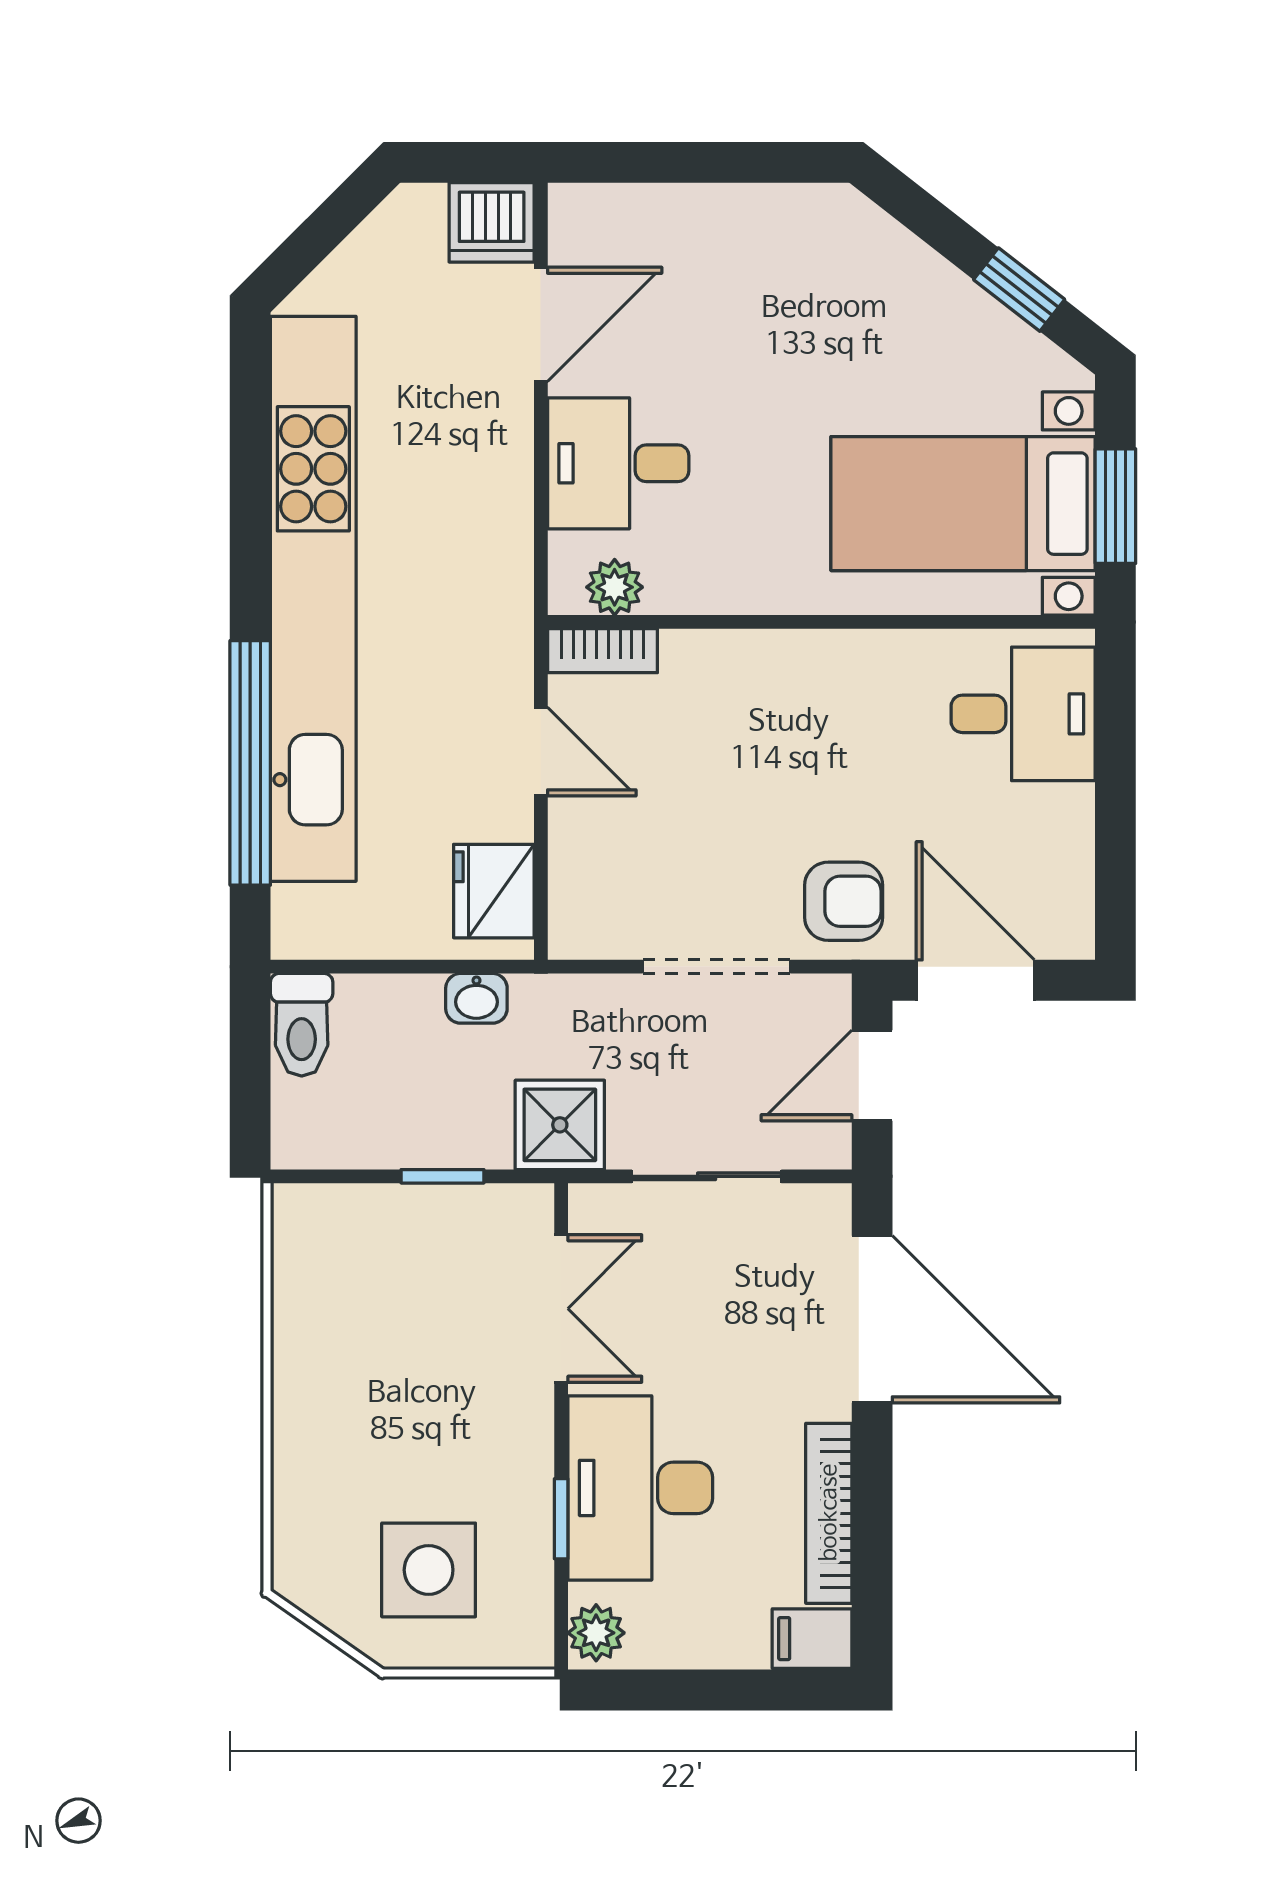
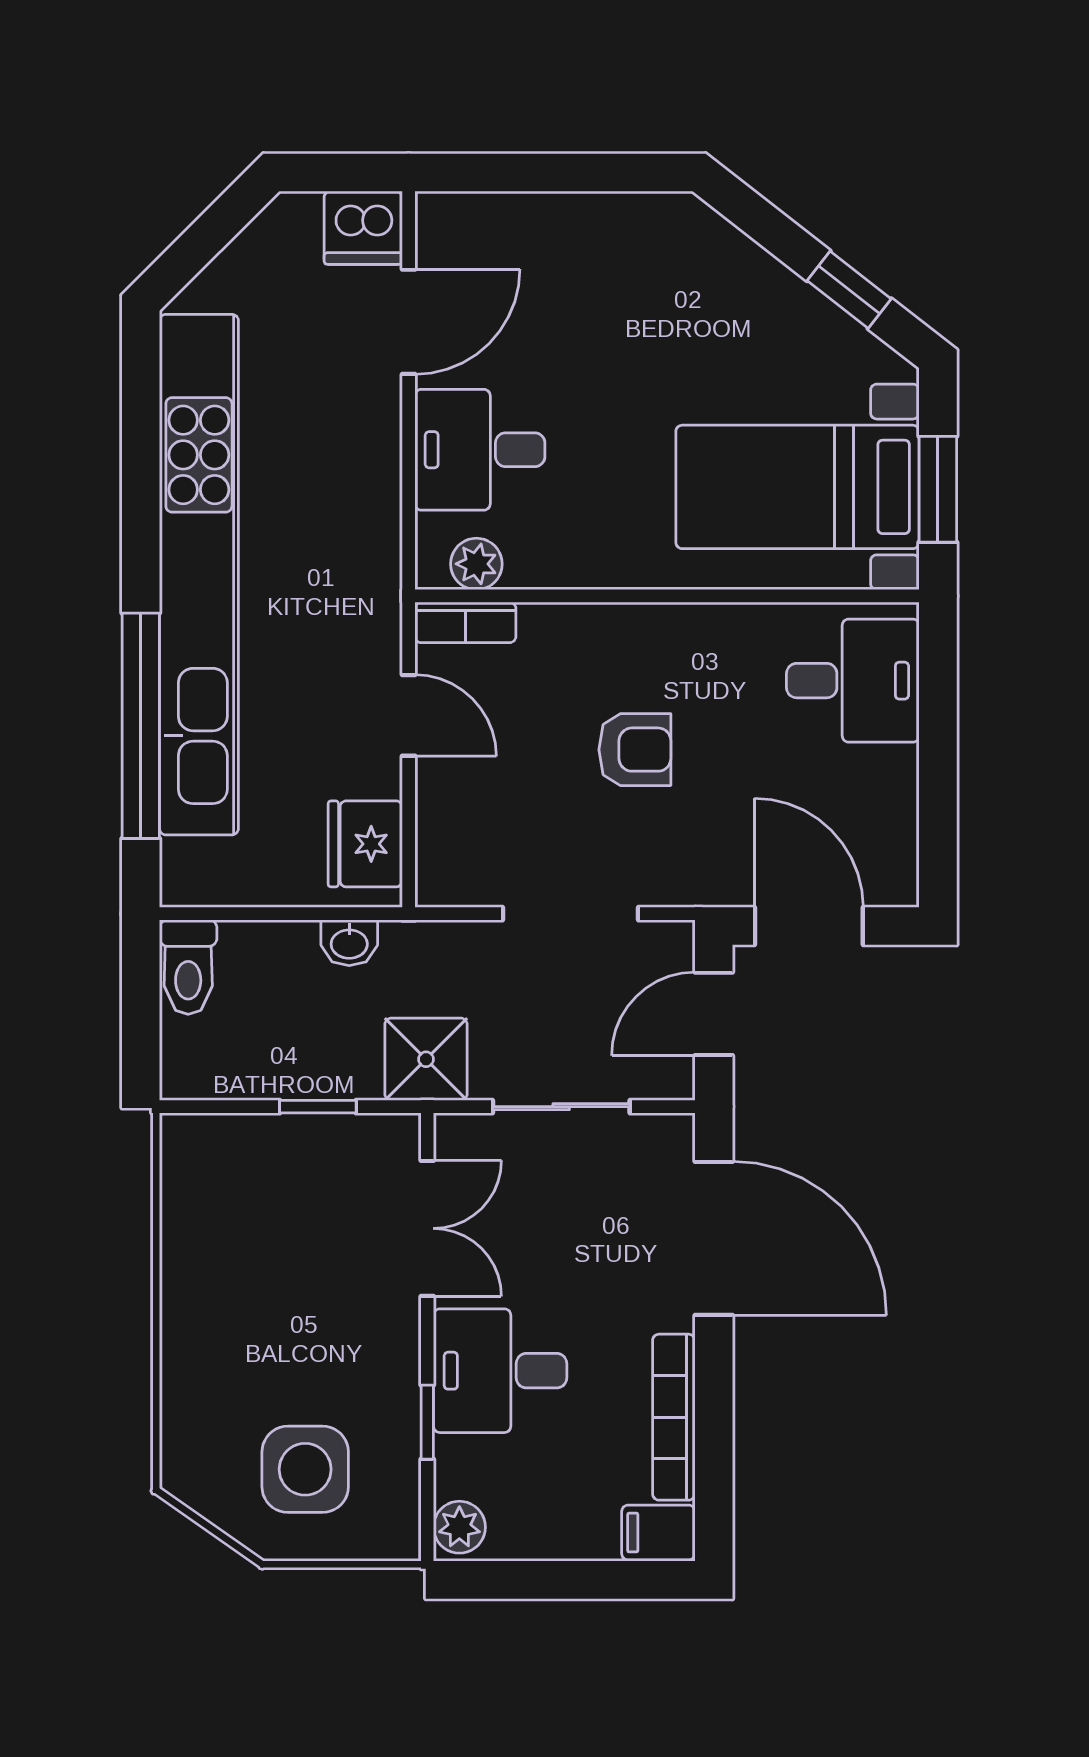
armchair: (844, 901) -> (635, 750), moved
desk: (640, 1488) -> (500, 1371), width x0.73

